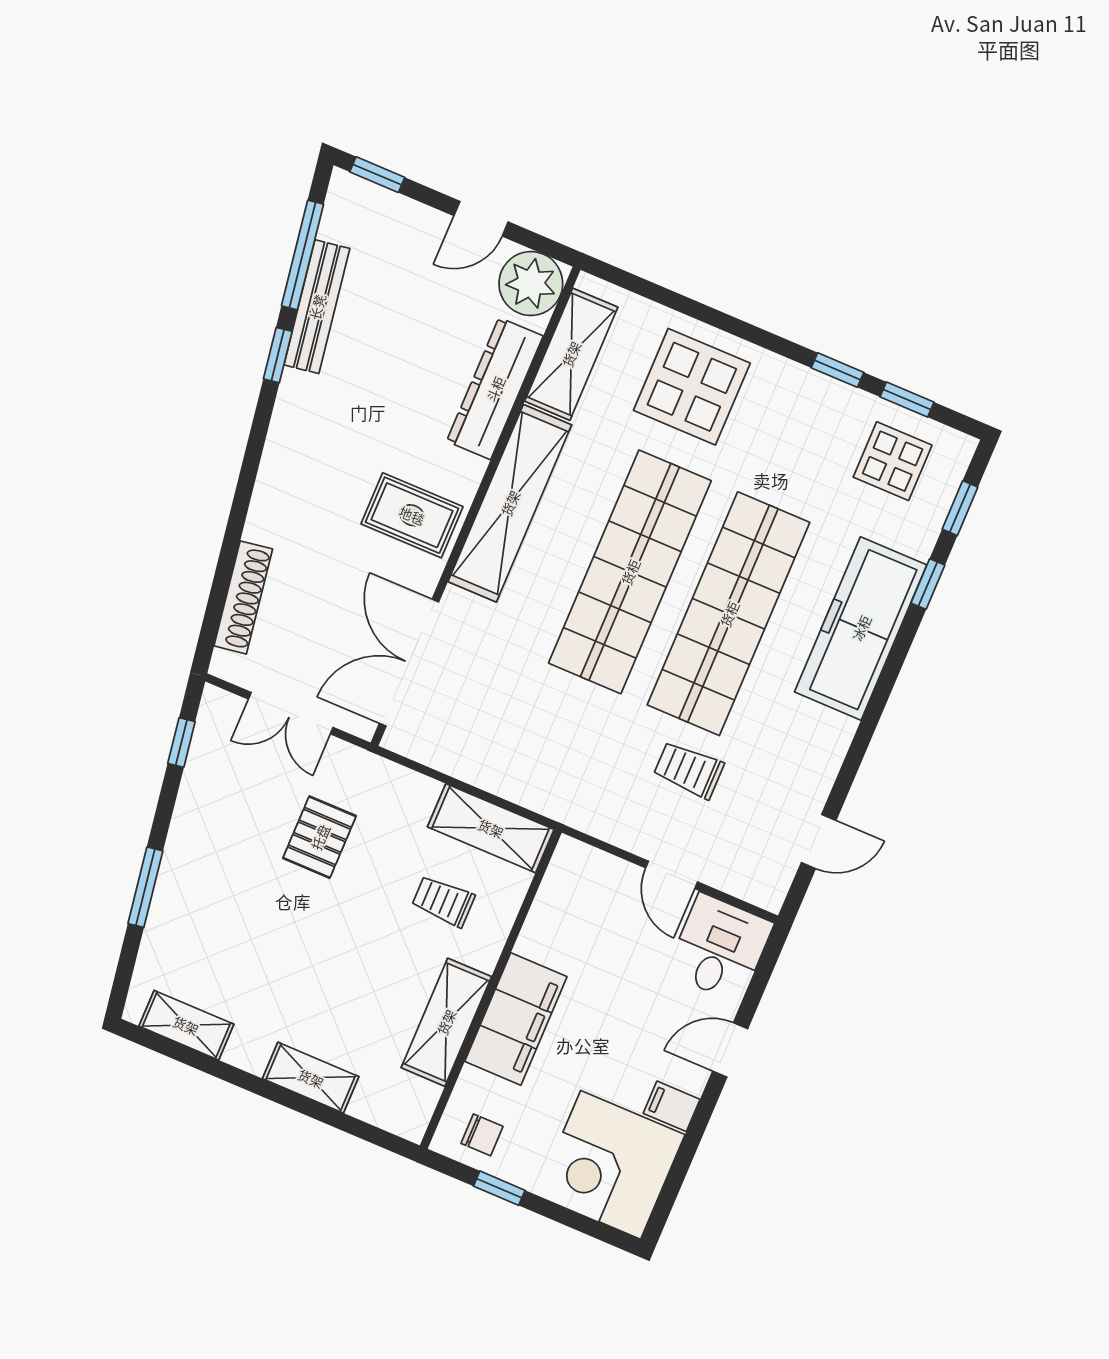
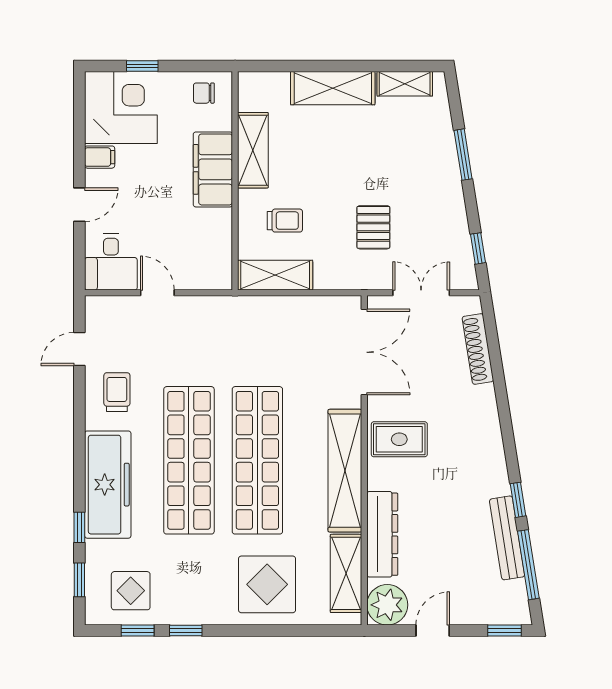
trolley: (689, 770) -> (117, 392), moved, turned -90
shelving: (311, 1078) -> (333, 88), width x1.50, depth x1.33
window: (499, 1188) -> (142, 66), moved

